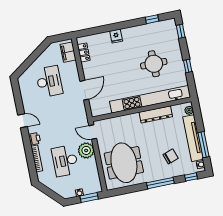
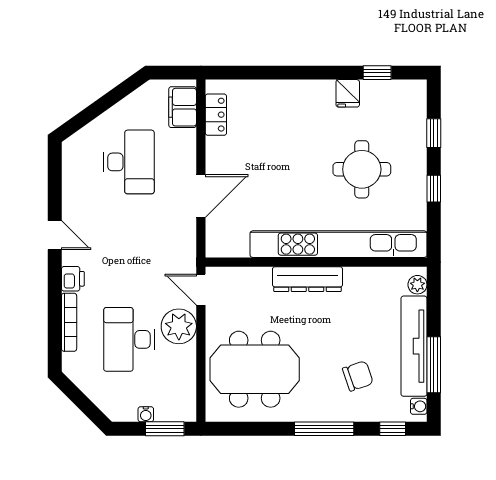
window: (181, 31) -> (434, 133), moved
fridge: (116, 36) -> (348, 93), moved
dresser: (156, 114) -> (308, 279), moved
meeting table: (124, 163) -> (255, 369), turned 90

